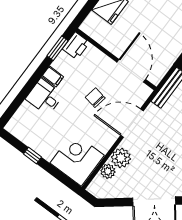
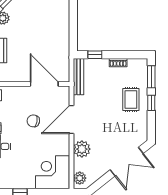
plant: (108, 171) -> (80, 178), moved

